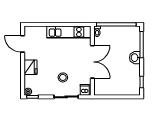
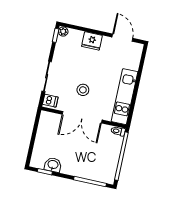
door: (23, 44) -> (122, 38), hinge flipped
washbasin: (135, 58) -> (53, 165), moved
stool: (63, 77) -> (83, 90), moved

